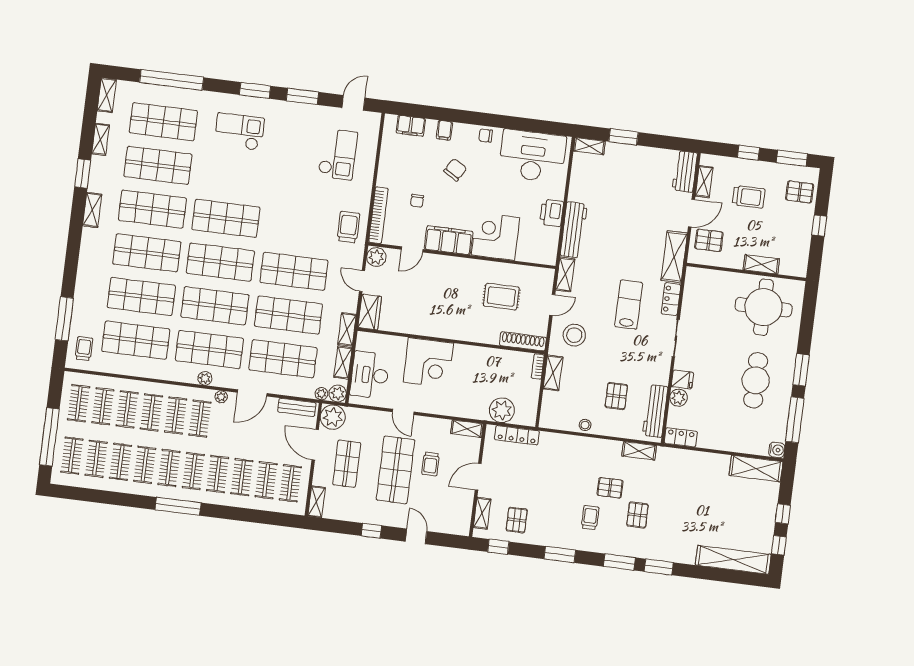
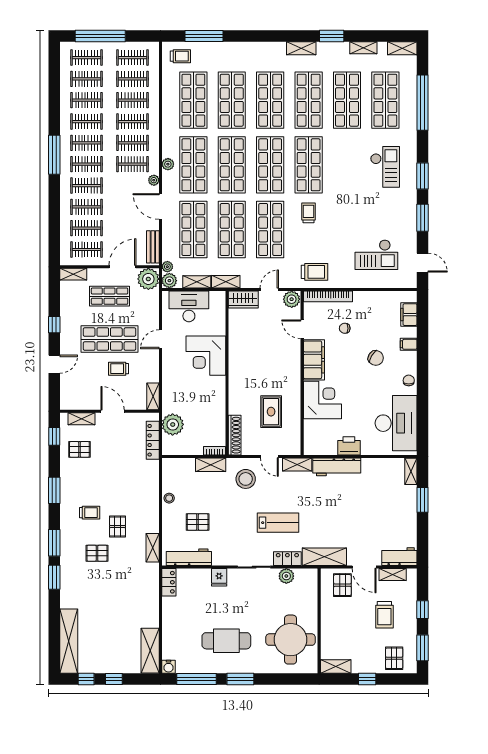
trolley: (281, 225) -> (308, 213), added
shelving: (761, 264) -> (336, 666), moved, turned 90
plant: (679, 398) -> (286, 576), moved

